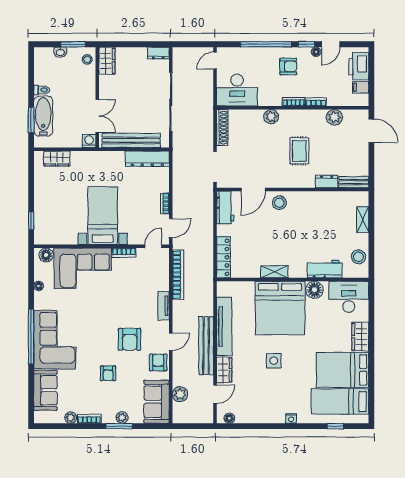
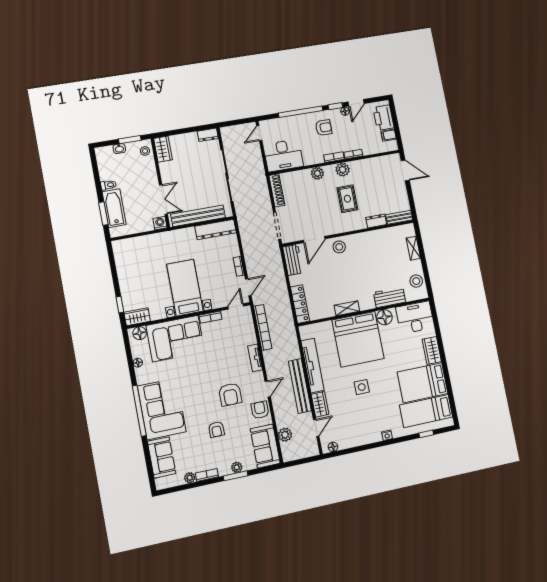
plant: (334, 117) -> (343, 170), moved
wardrobe: (57, 159) -> (137, 317), moved, turned 180

